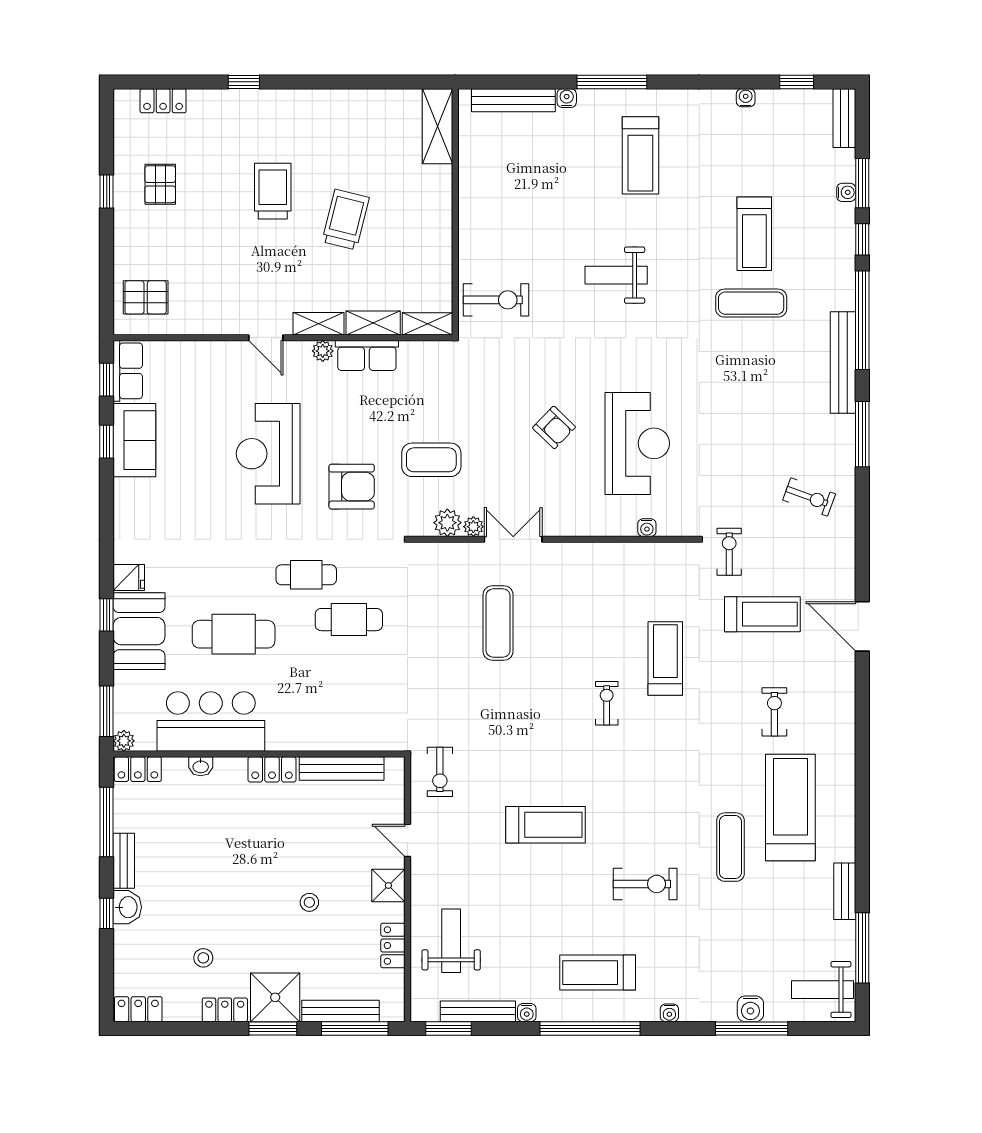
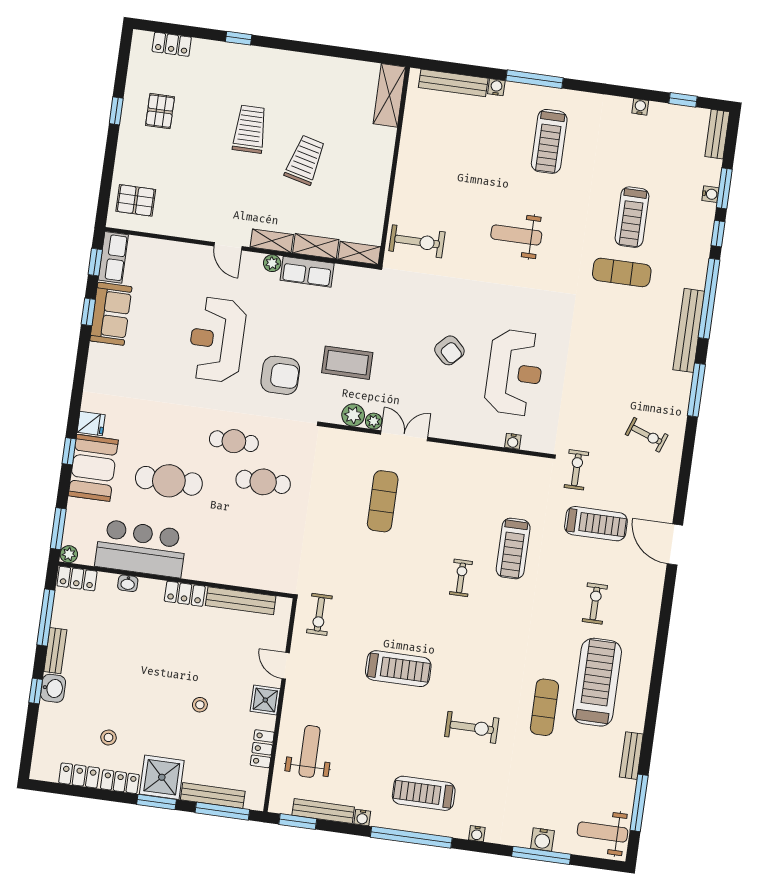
treadmill: (665, 659) -> (513, 548), turned 180
locker: (138, 1009) -> (79, 775), moved

